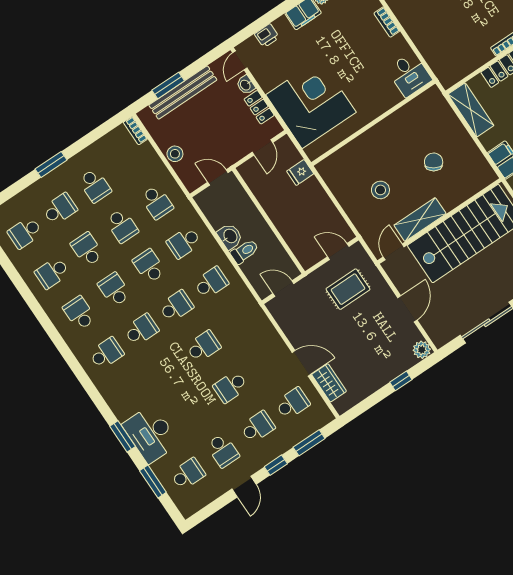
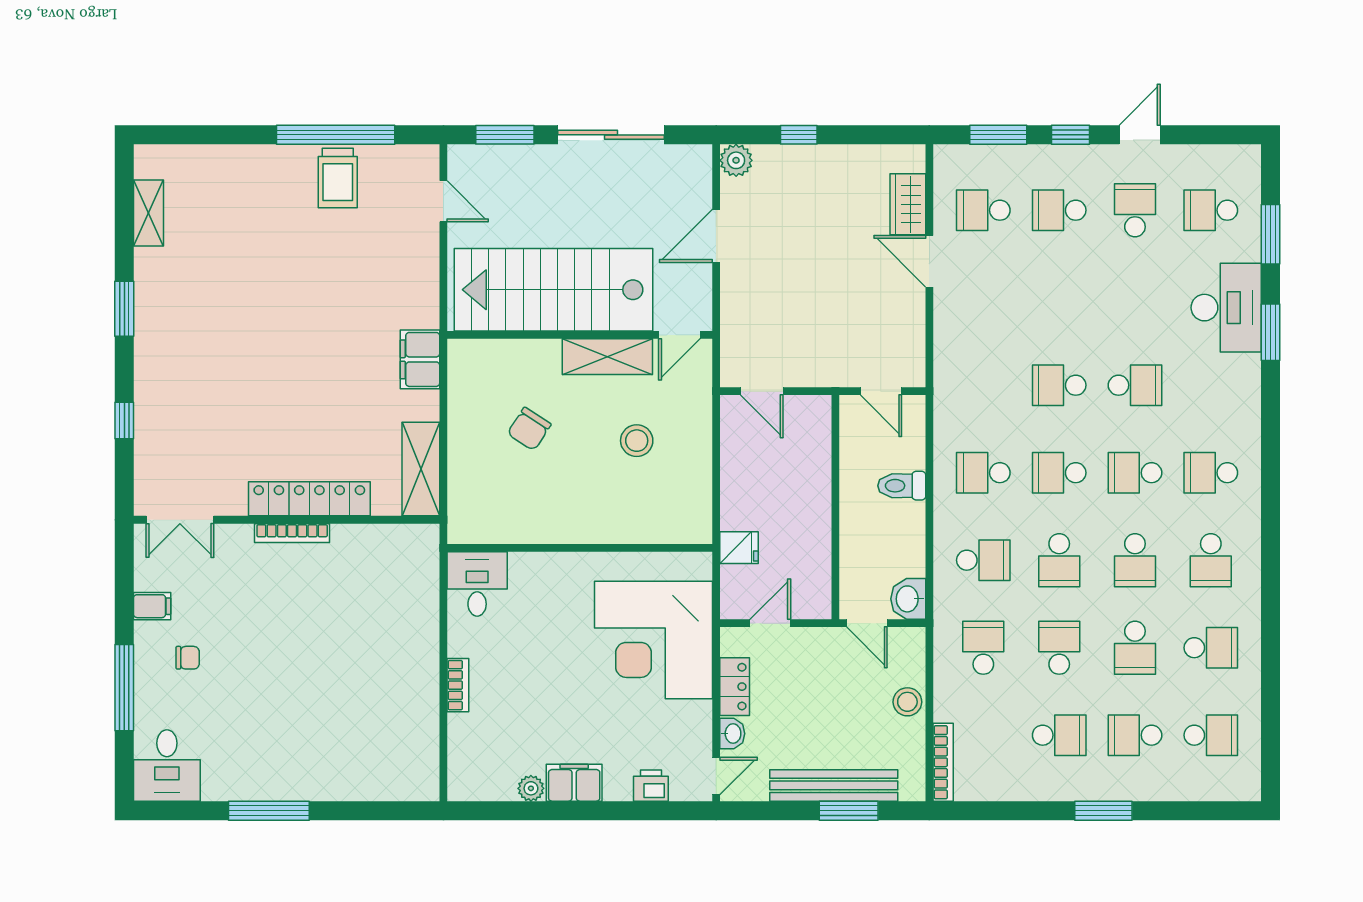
bookcase: (135, 131) -> (943, 762), width x1.56
school desk: (95, 186) -> (1059, 735), turned 90
washbasin: (230, 236) -> (908, 599), moved
rug: (348, 289) -> (785, 325), removed
school desk: (230, 387) -> (1135, 385), moved

